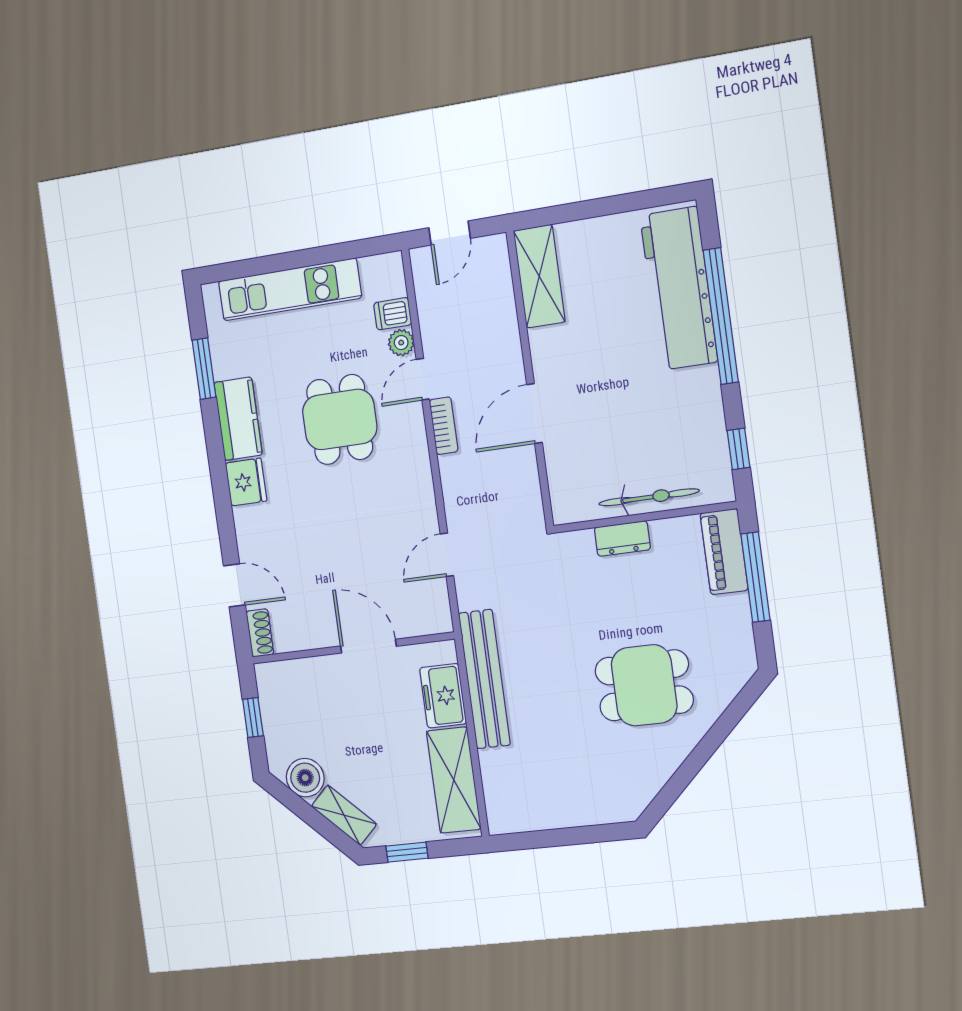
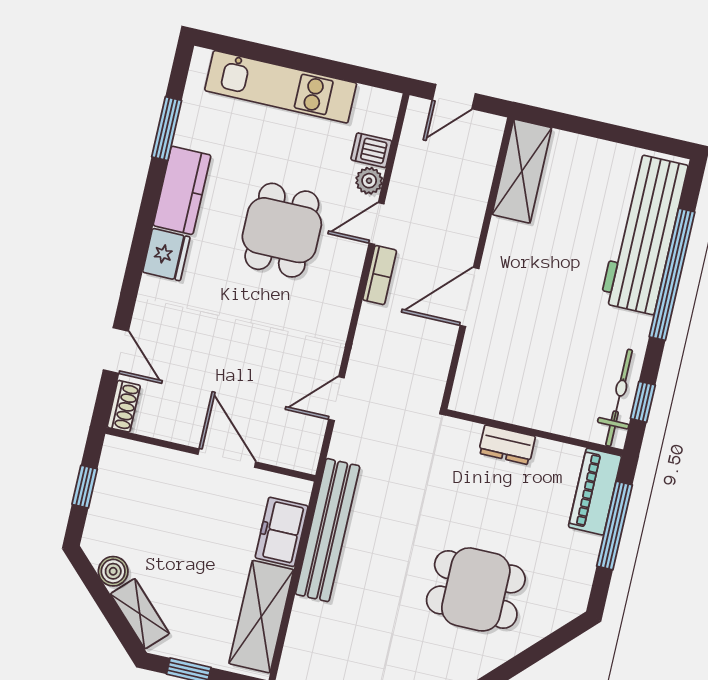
bicycle: (649, 497) -> (619, 398), moved, turned -90
boiler: (305, 778) -> (113, 571), width x0.73, depth x0.73

